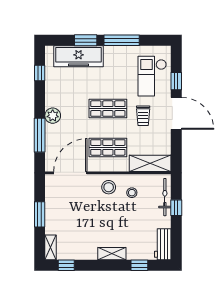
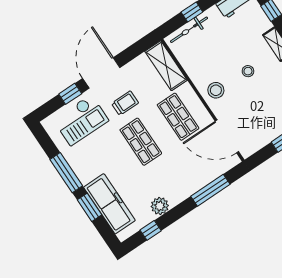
plant: (53, 116) -> (160, 206), moved
stool: (132, 193) -> (248, 71), moved

